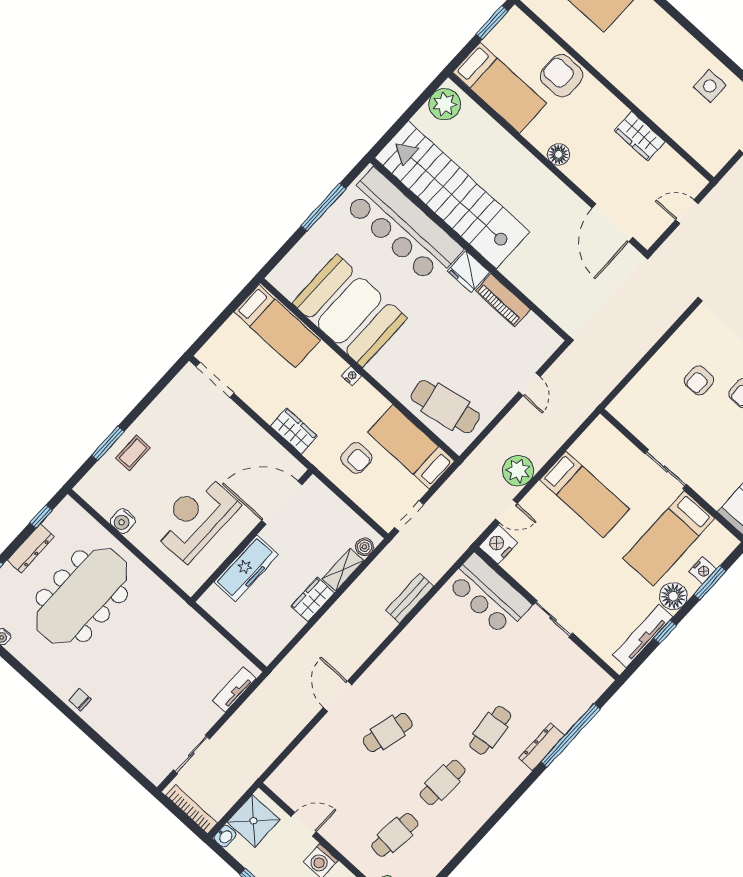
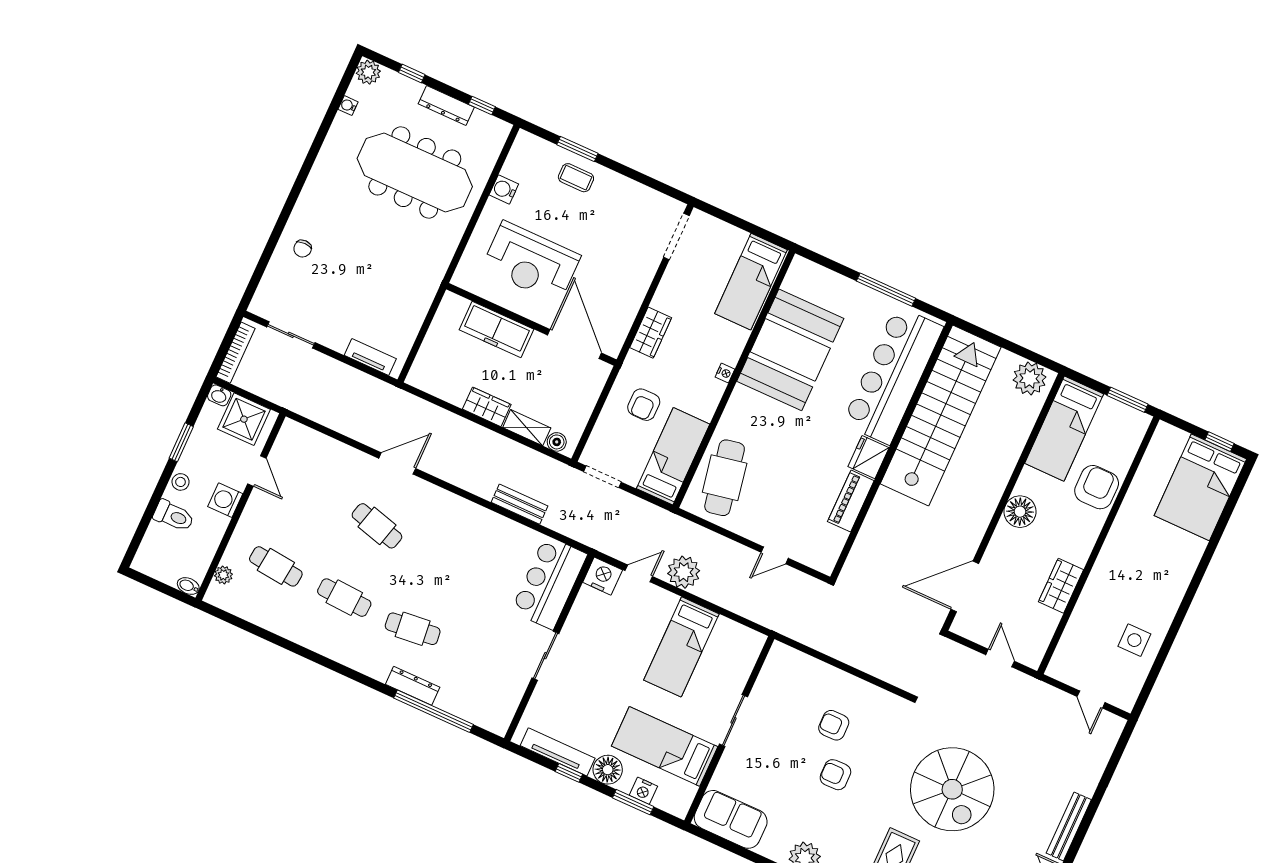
floor lamp: (559, 154) -> (1020, 512), width x1.38, depth x1.38
door: (506, 511) -> (639, 573), swing flipped
reception desk: (196, 518) -> (531, 262), turned 180
chair: (80, 700) -> (303, 249), moved, turned 180

